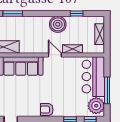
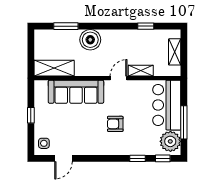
boiler: (58, 24) -> (90, 40), moved
door: (55, 55) -> (119, 78), hinge flipped
armchair: (47, 110) -> (115, 124), moved

